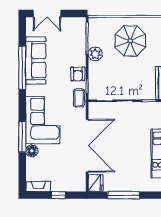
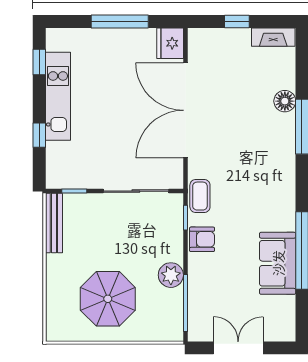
double door: (47, 14) -> (238, 348), moved
sofa: (36, 61) -> (278, 263), width x0.73
armchair: (78, 74) -> (202, 239), turned 90
corner sofa: (43, 120) -> (265, 156), removed

